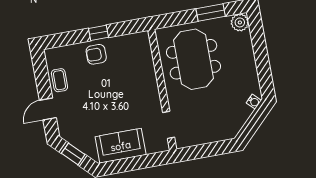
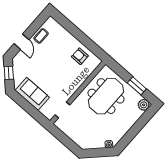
window: (98, 33) -> (81, 37), removed
armchair: (96, 54) -> (80, 56), moved
door: (48, 109) -> (21, 42), swing flipped

